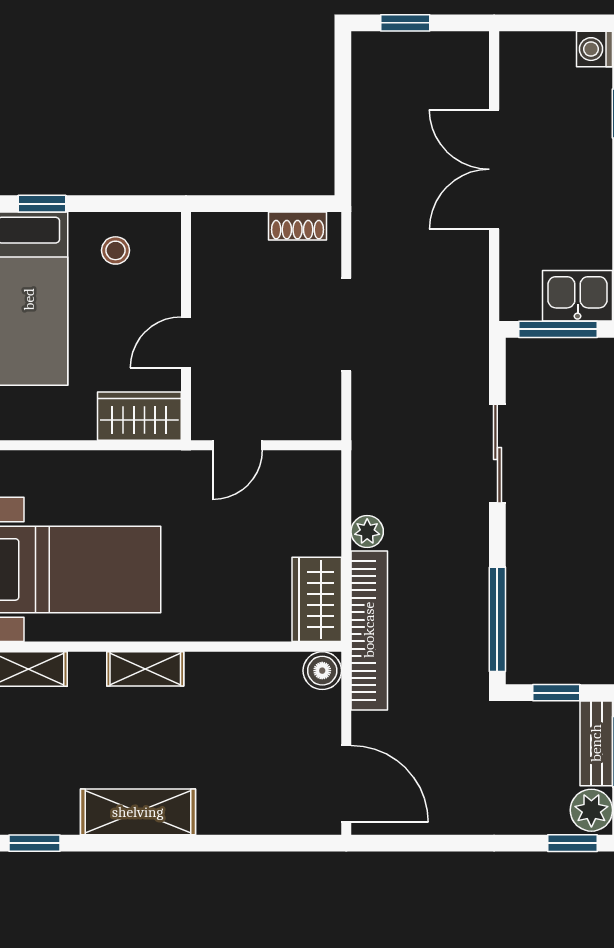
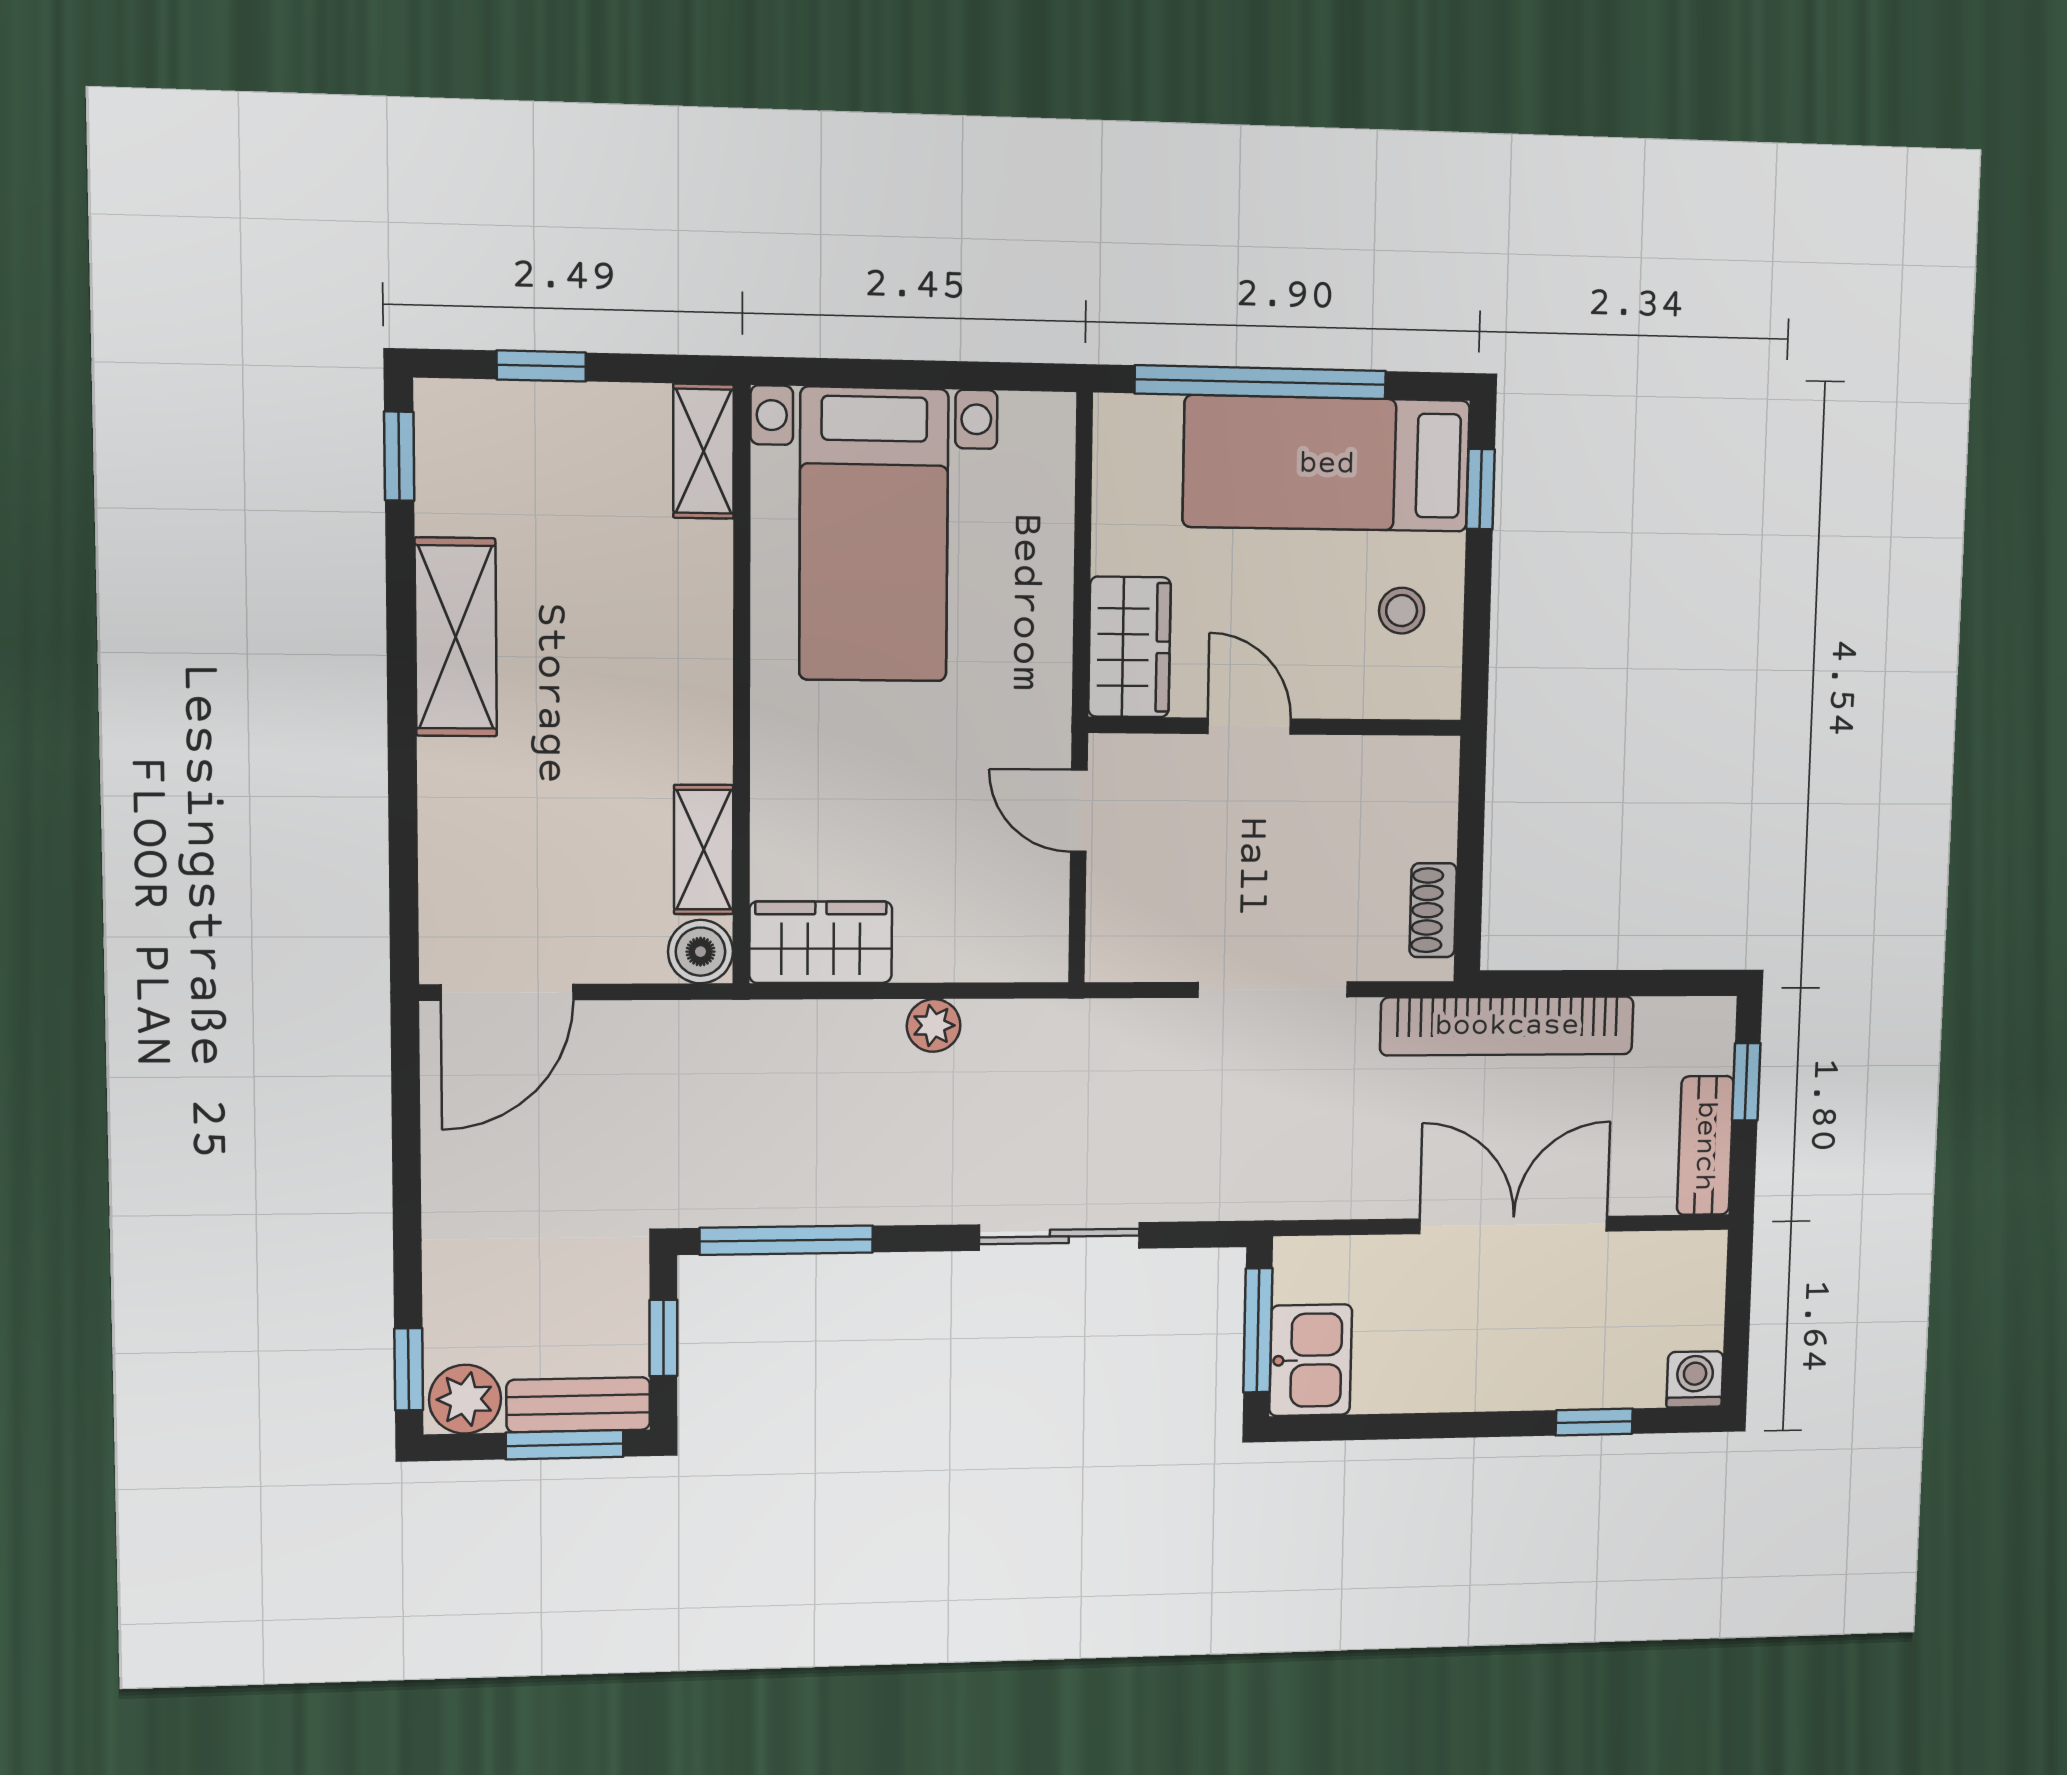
bench: (445, 48) -> (1705, 1146), added
bookcase: (369, 630) -> (1507, 1026), moved
shelving: (145, 669) -> (704, 850), moved

